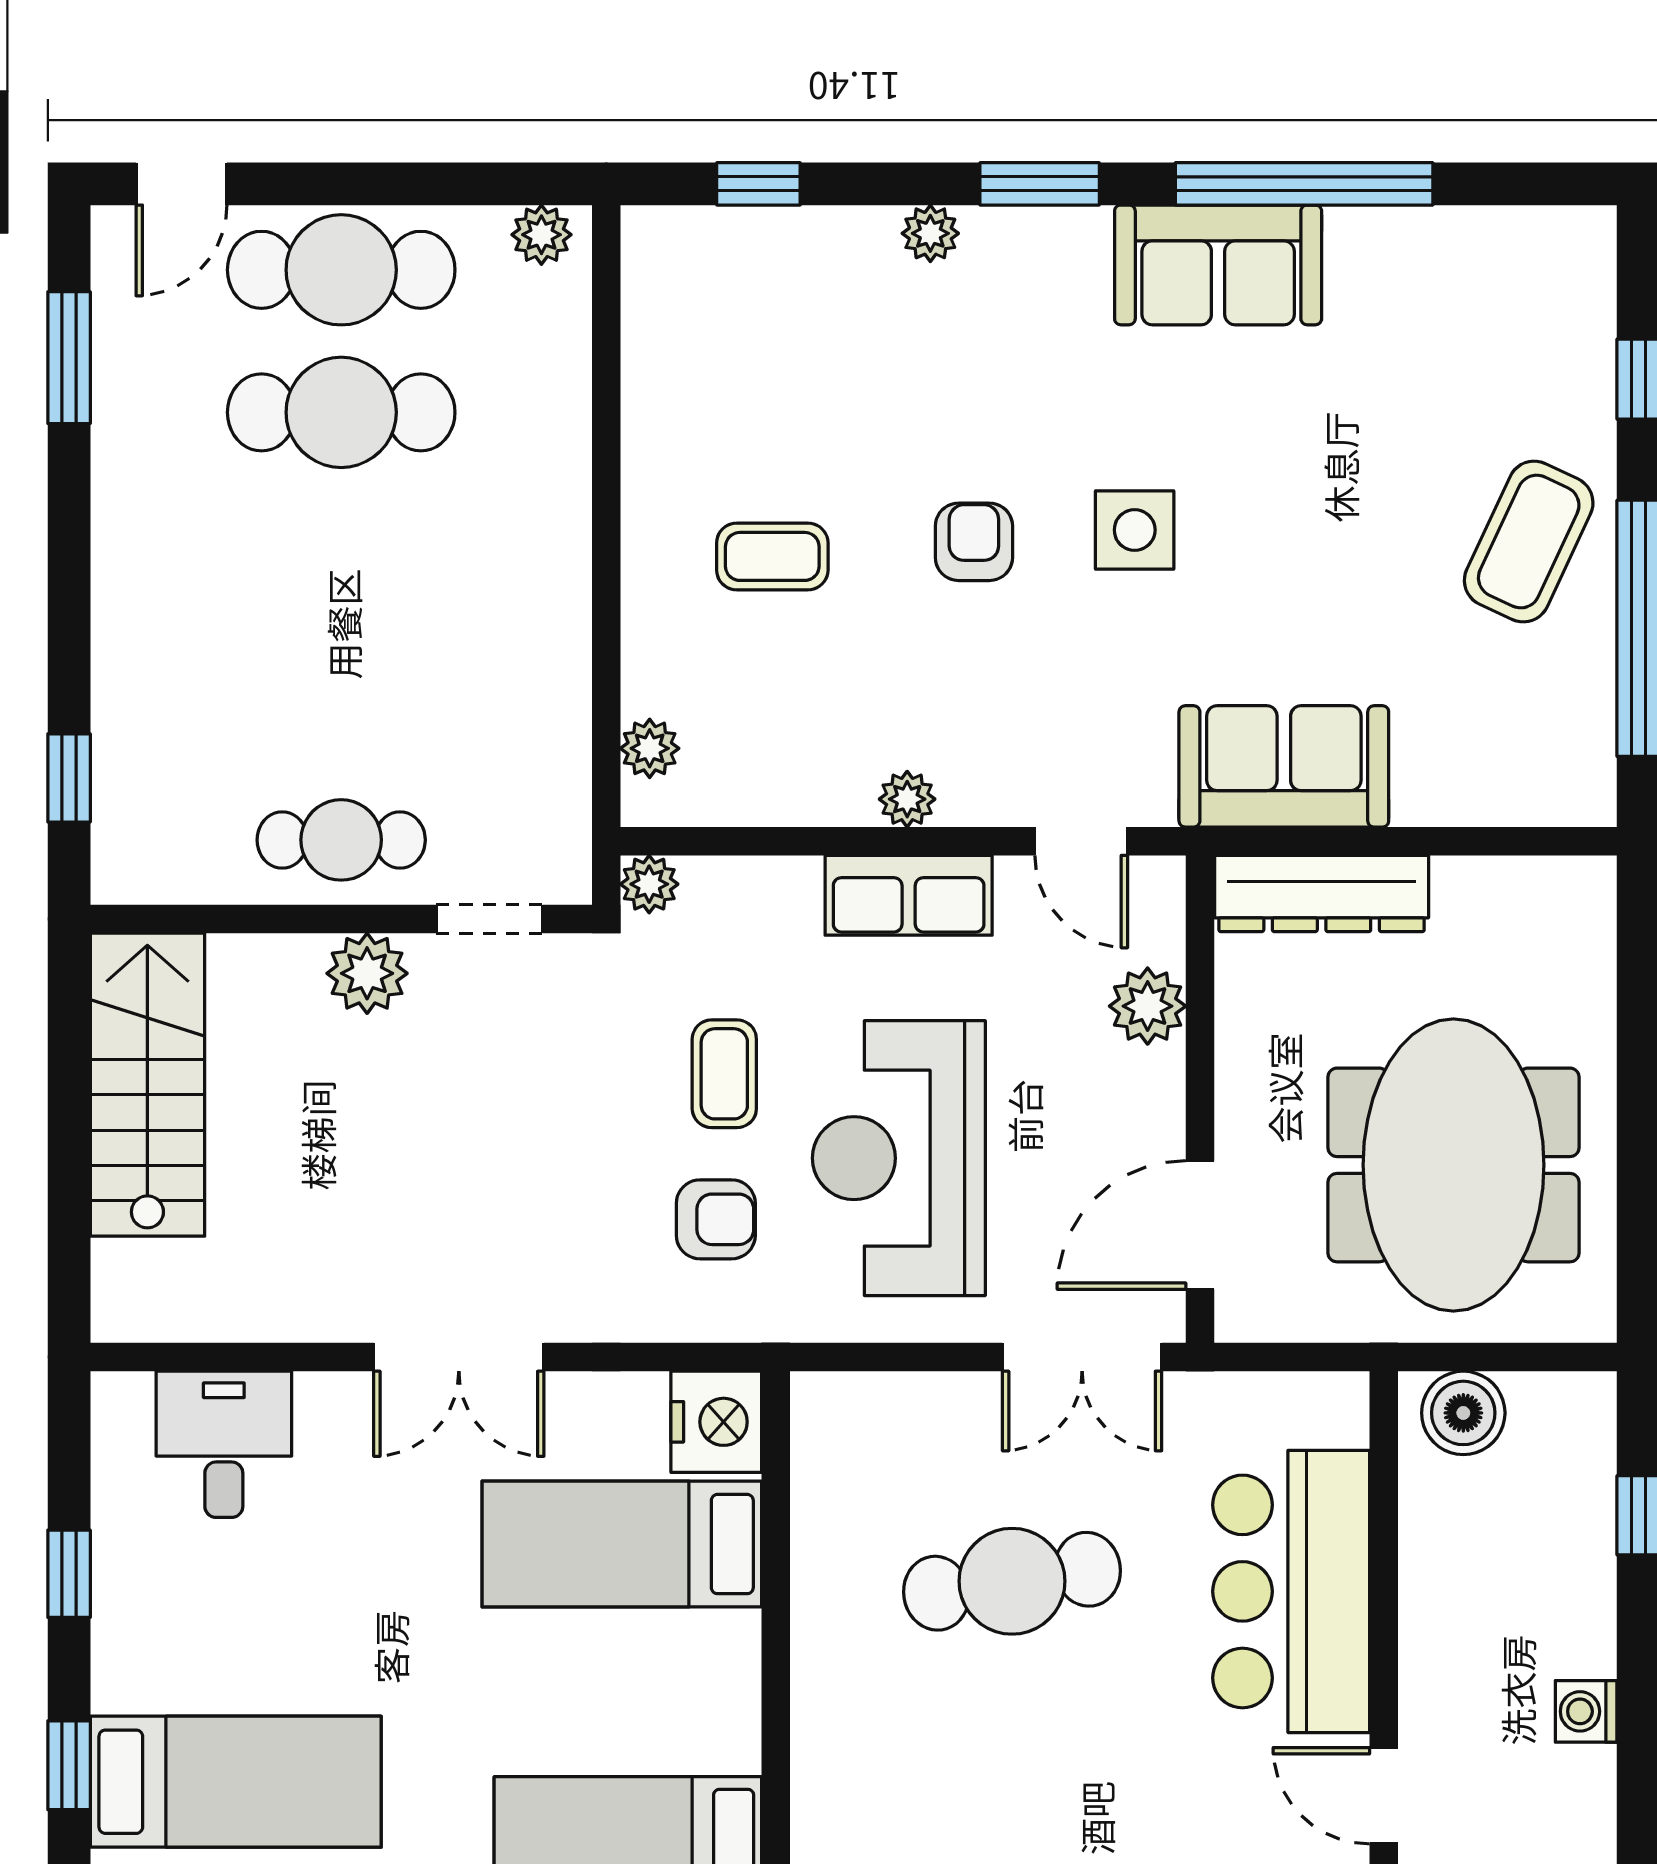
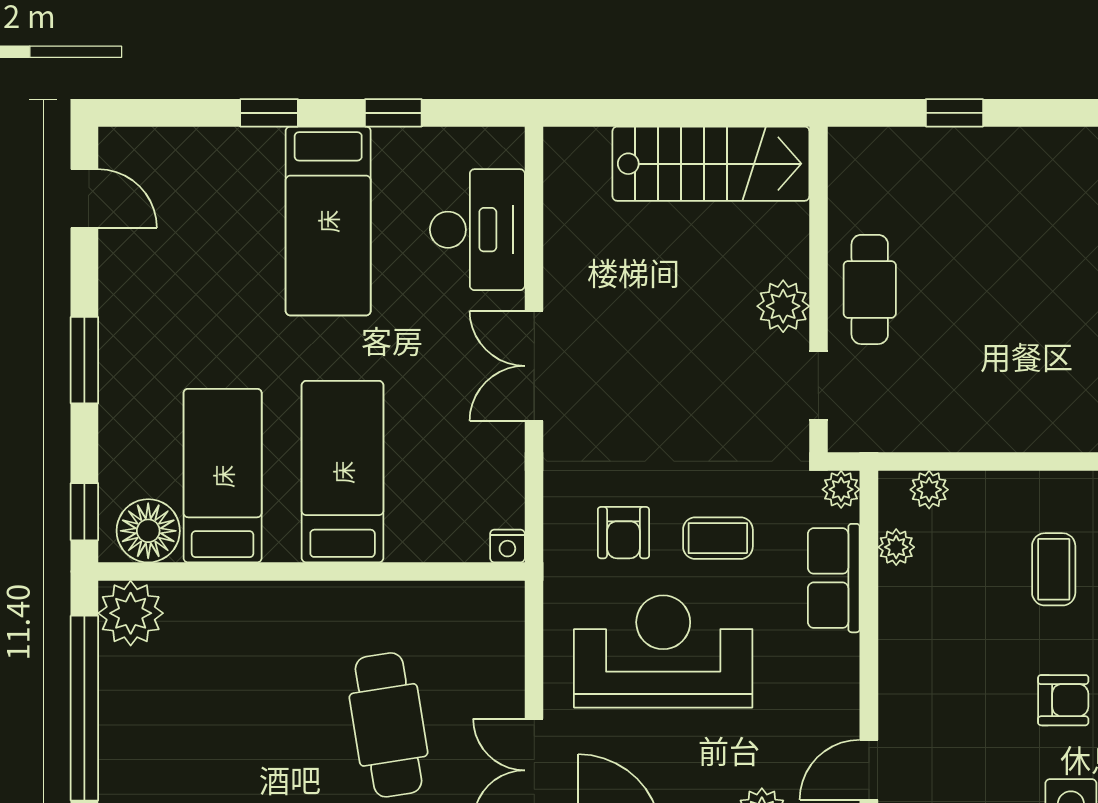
window: (69, 778) -> (954, 113), moved
plant: (907, 799) -> (896, 547), moved
row of seats: (909, 895) -> (834, 578), moved
nightstand: (716, 1422) -> (507, 546), width x0.53, depth x0.56
desk: (224, 1444) -> (477, 230), width x1.37
bed: (622, 1544) -> (343, 472), moved
bed: (236, 1782) -> (328, 221), moved

